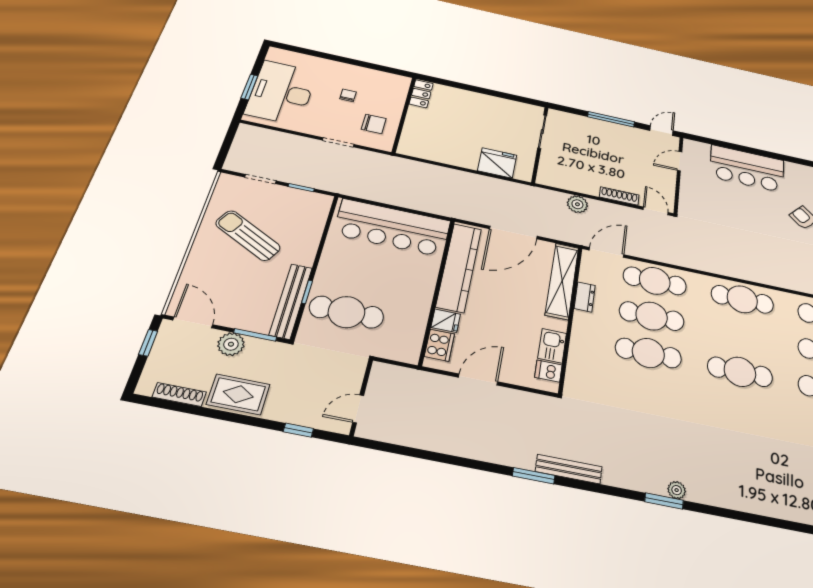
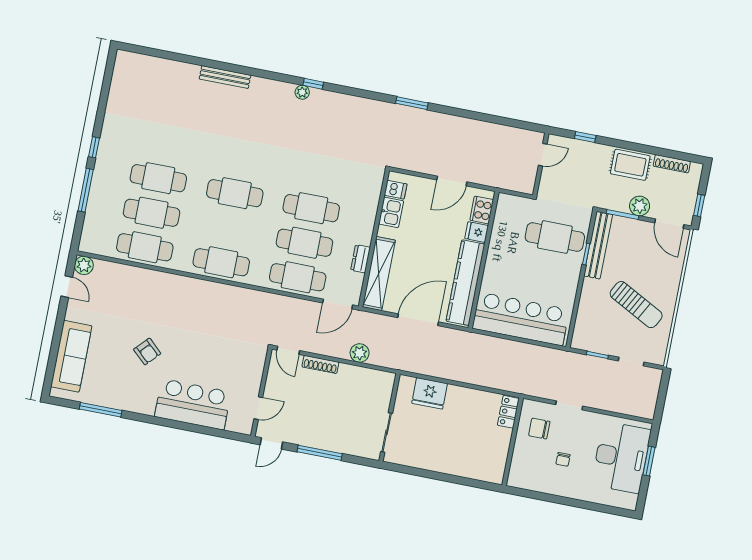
locker: (421, 94) -> (508, 412), moved
bench: (569, 469) -> (225, 77), moved
window: (664, 501) -> (313, 84), width x0.67

